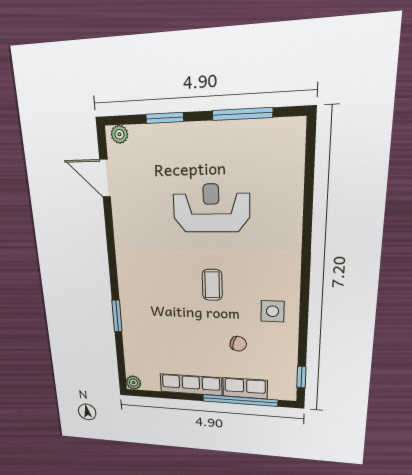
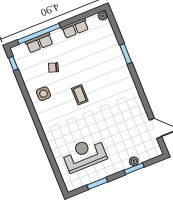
window: (242, 114) -> (97, 183), width x0.69
plant: (119, 134) -> (134, 161), moved
reception desk: (211, 208) -> (84, 154), moved, turned 180
row of seats: (191, 385) -> (75, 28), width x0.68

